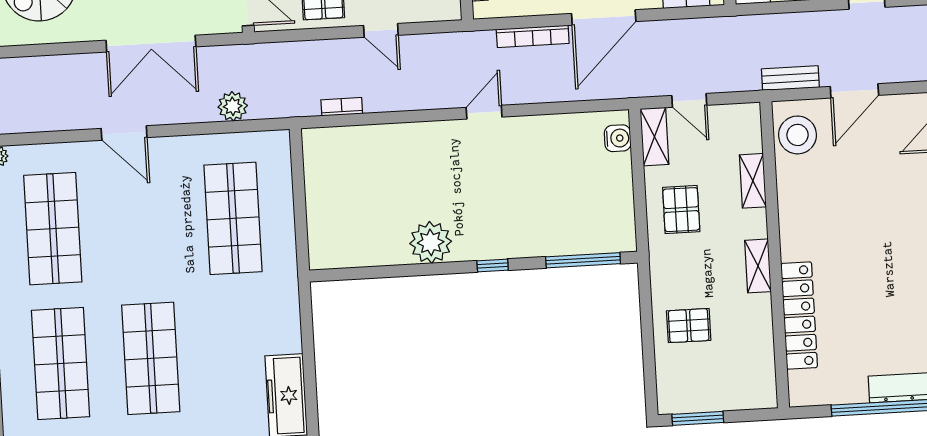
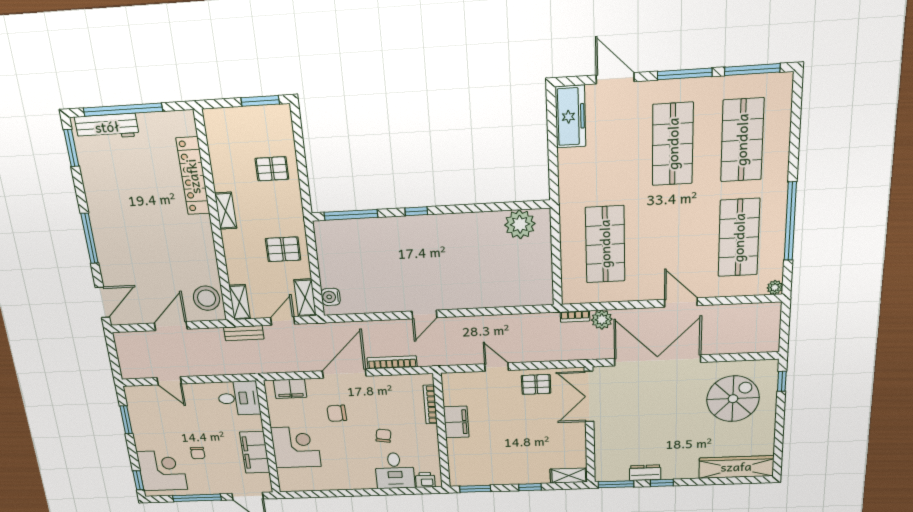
double door: (151, 44) -> (657, 360), width x1.36
bench: (790, 78) -> (244, 333), moved
door: (689, 100) -> (283, 321), hinge flipped
bookcase: (342, 107) -> (575, 316), moved
shelving: (753, 181) -> (240, 302), moved
pallet: (681, 210) -> (283, 249), turned 90
plant: (431, 242) -> (520, 224), moved

